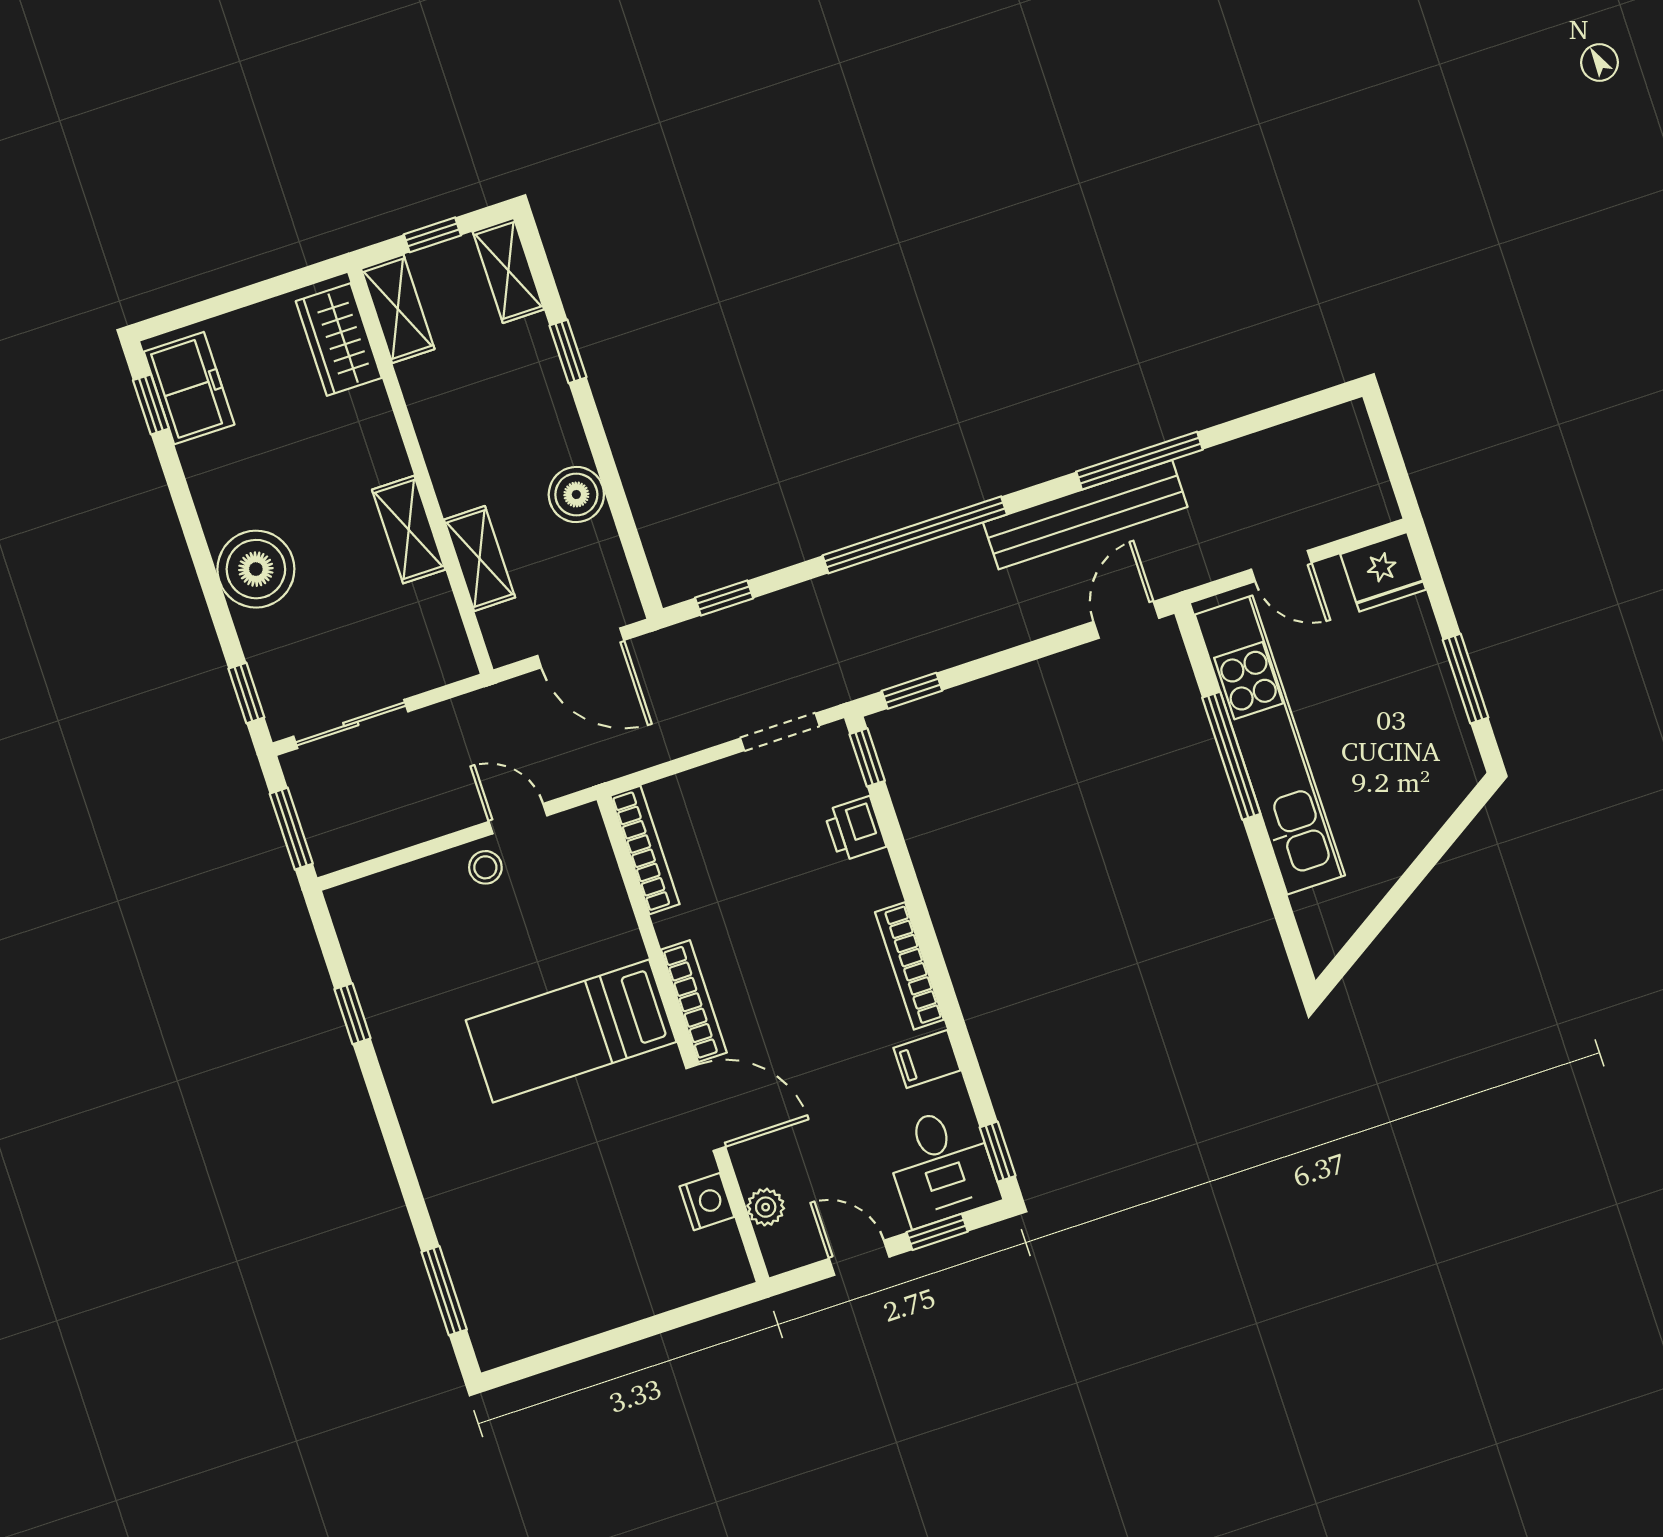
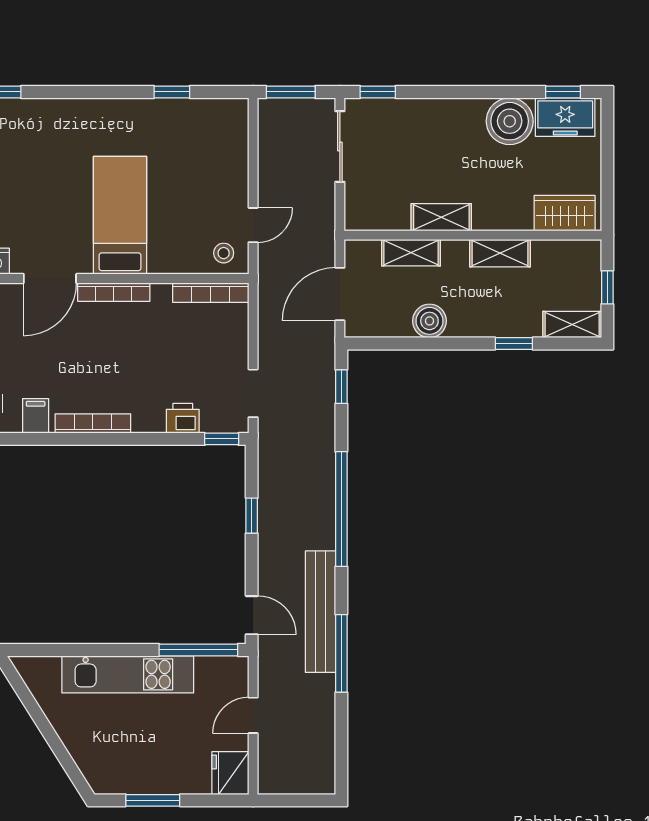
shelving: (398, 309) -> (500, 253), moved
boiler: (256, 569) -> (510, 121), moved
window: (912, 691) -> (252, 516), moved
kitchen unit: (1270, 745) -> (128, 674), width x0.73
window: (1231, 756) -> (198, 650), moved
stool: (485, 867) -> (224, 253), moved

